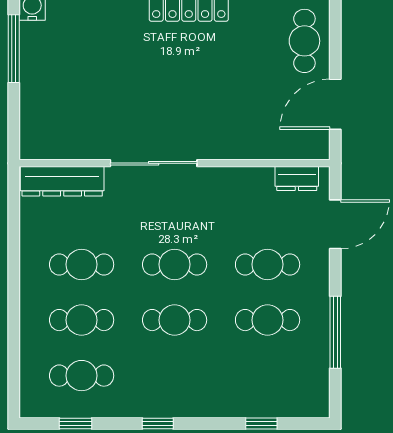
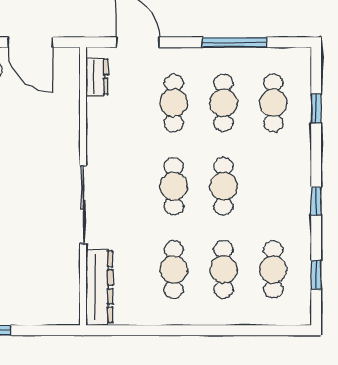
cafe table: (268, 376) -> (273, 103), added

